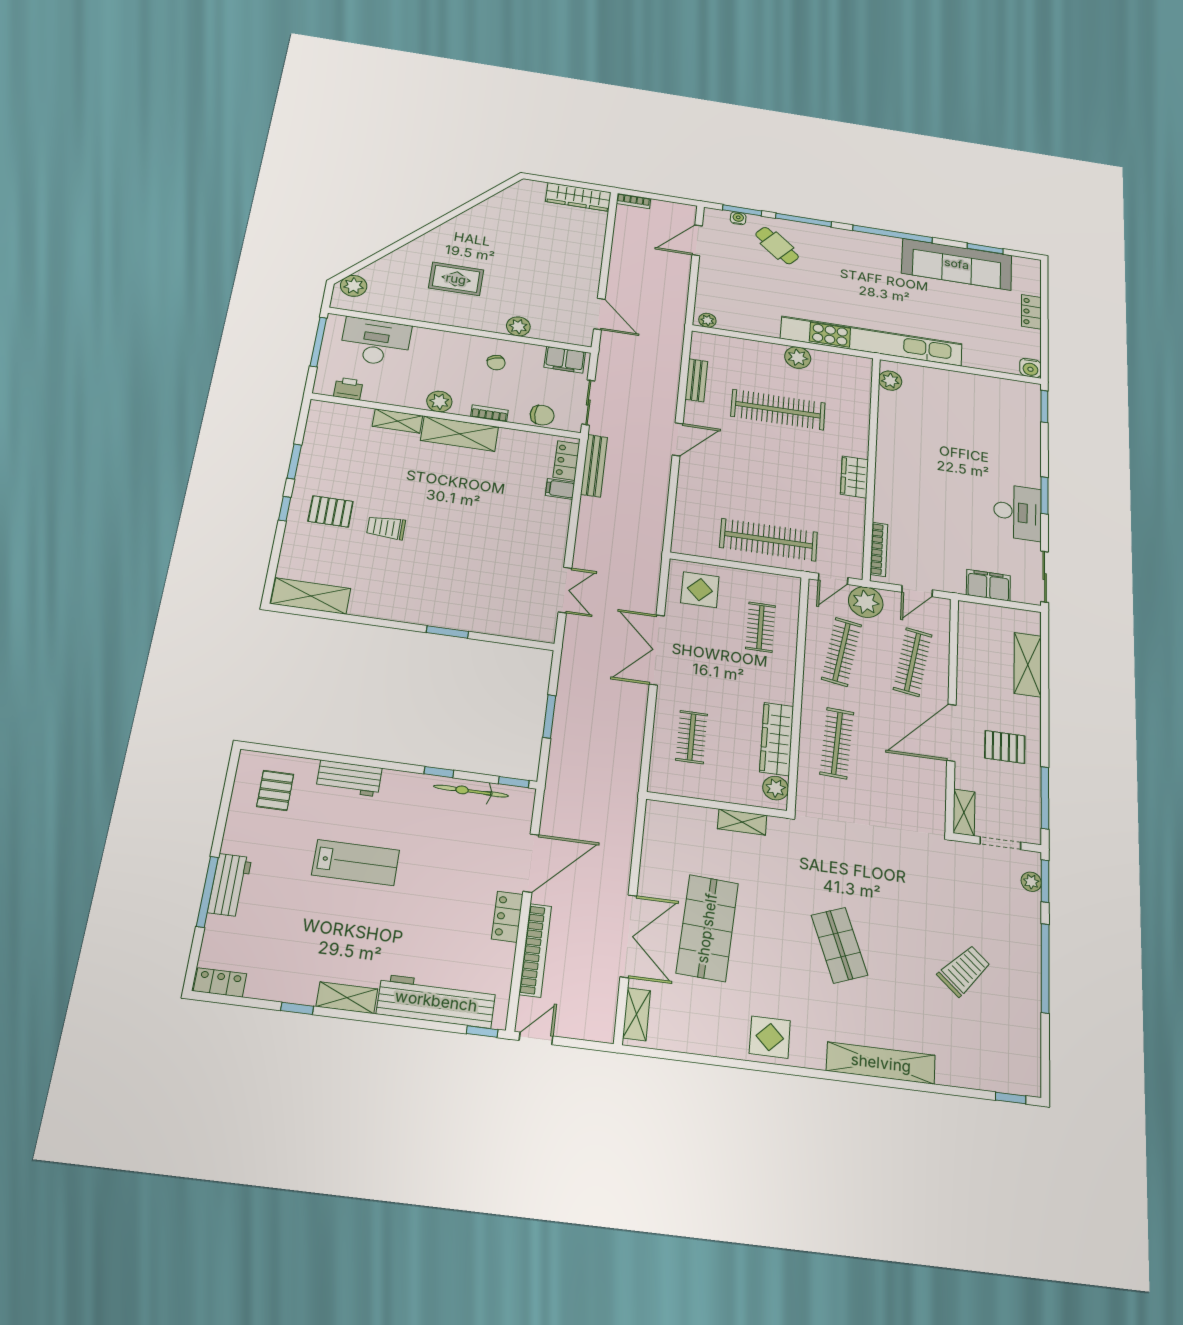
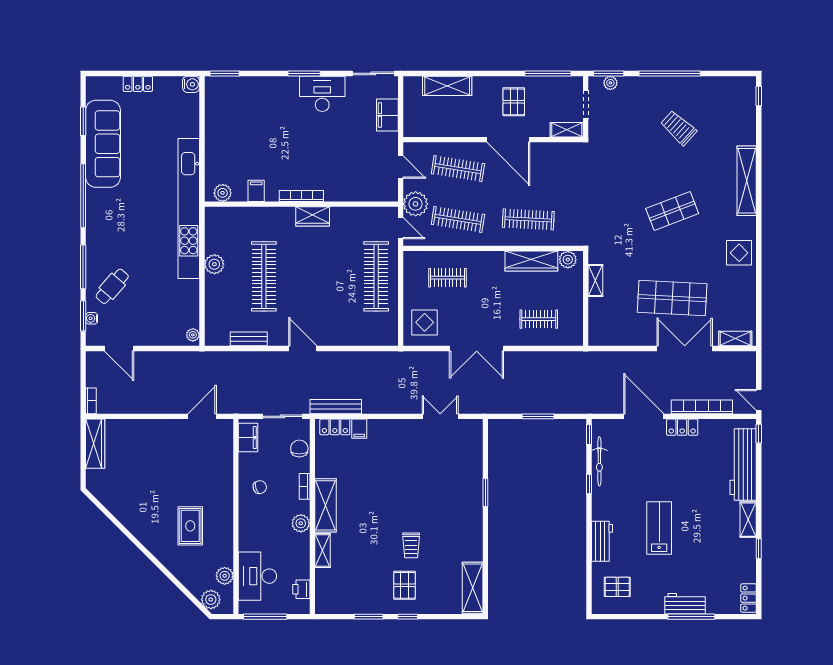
plant: (518, 326) -> (225, 576), moved
filing cabinet: (891, 418) -> (256, 191), added
bookcase: (879, 549) -> (301, 196), moved

